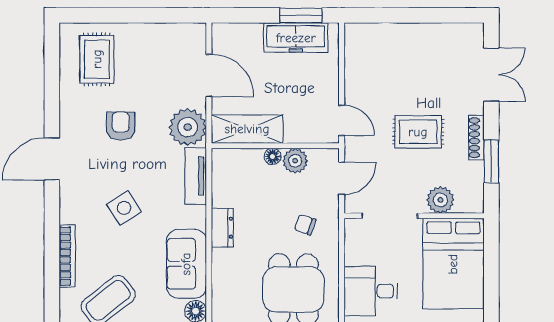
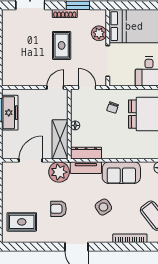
plant: (295, 161) -> (77, 113), removed
dresser: (222, 228) -> (86, 153), moved, width x1.44
sofa: (186, 264) -> (121, 173), moved

